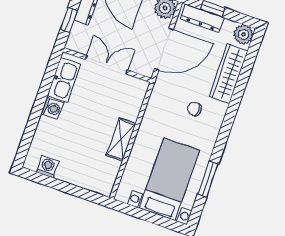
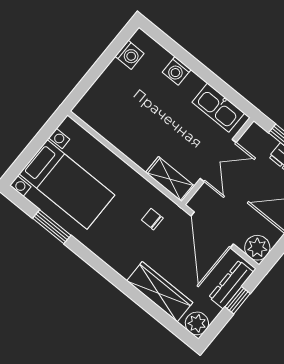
washing machine: (52, 108) -> (177, 71), moved
chair: (195, 109) -> (152, 219), moved, turned -90
shelving: (121, 139) -> (170, 179), moved

